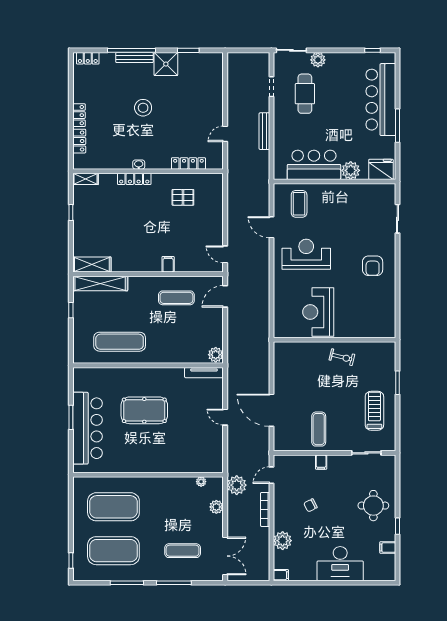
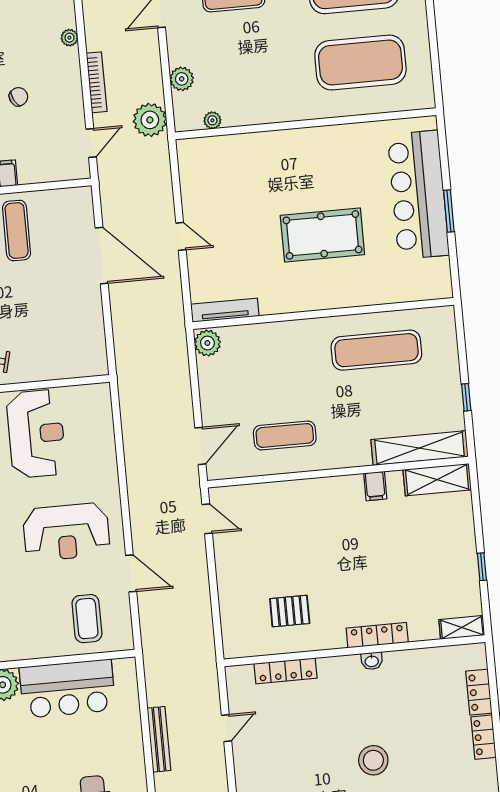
filing cabinet: (168, 264) -> (375, 486), moved
plant: (283, 541) -> (69, 38), width x0.53, depth x0.53

